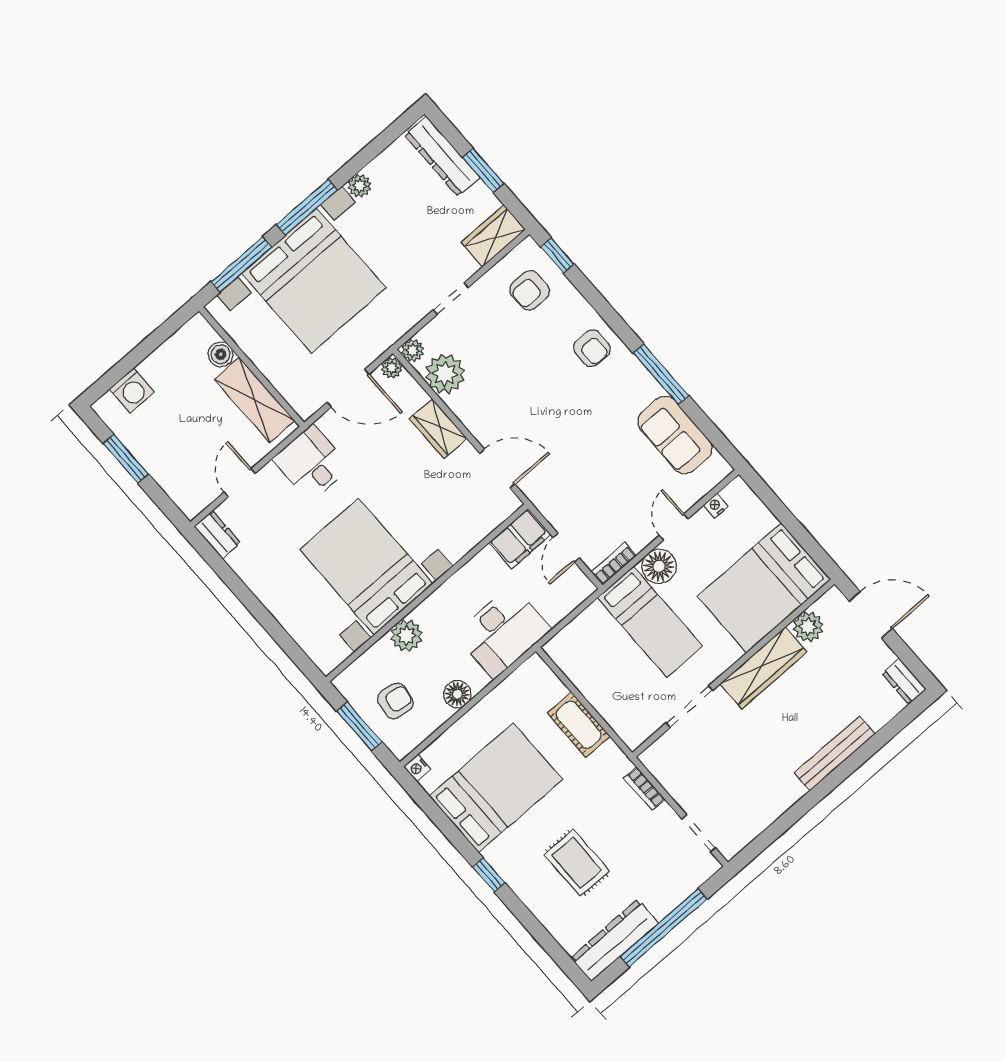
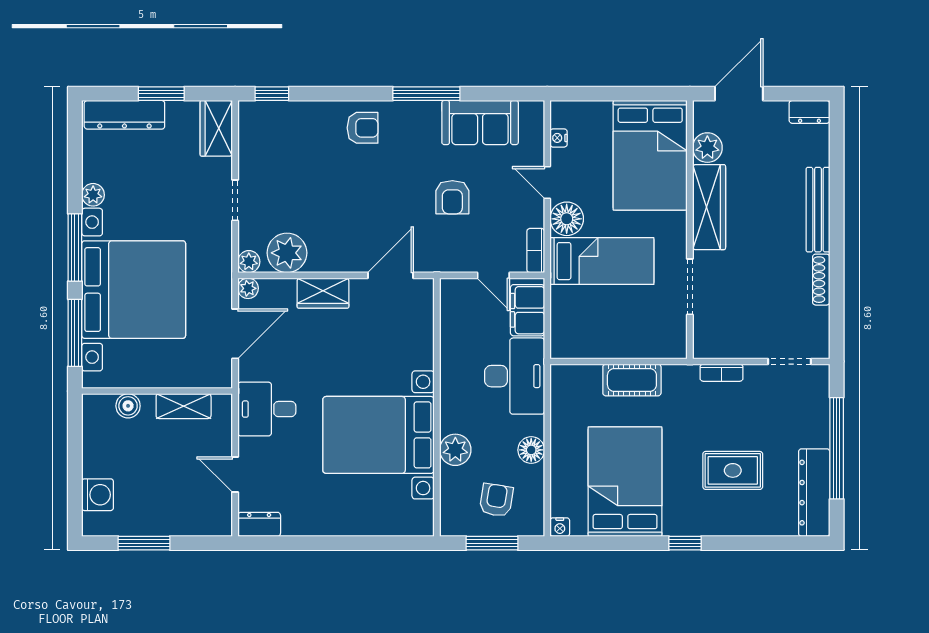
armchair: (530, 290) -> (452, 197), moved
shelving: (255, 400) -> (184, 406), width x0.67, depth x0.75
filing cabinet: (520, 539) -> (528, 310), moved, turned 180
shoe rack: (783, 803) -> (821, 280), added

